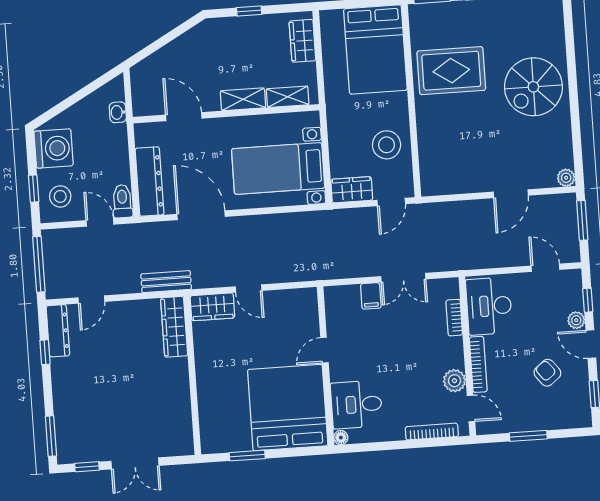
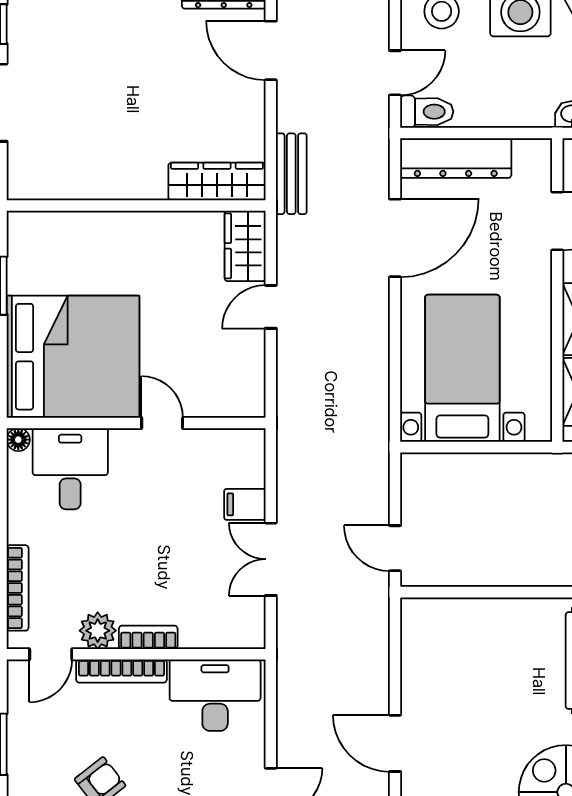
stool: (387, 145) -> (488, 547), removed
wardrobe: (352, 190) -> (419, 485), removed
door: (91, 300) -> (271, 50), width x1.38
bookcase: (454, 318) -> (148, 637), moved

